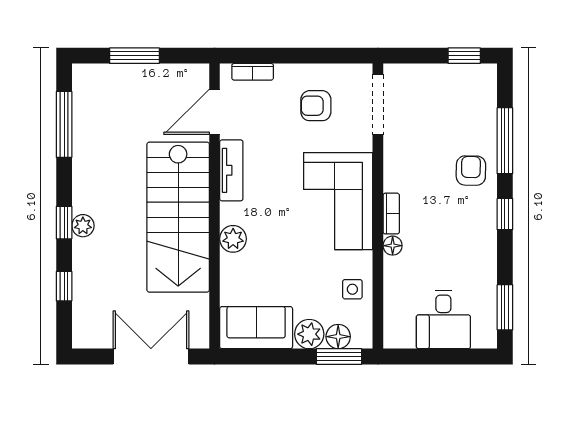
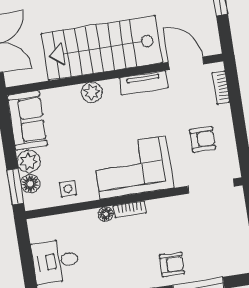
armchair: (316, 106) -> (203, 139), turned 90

